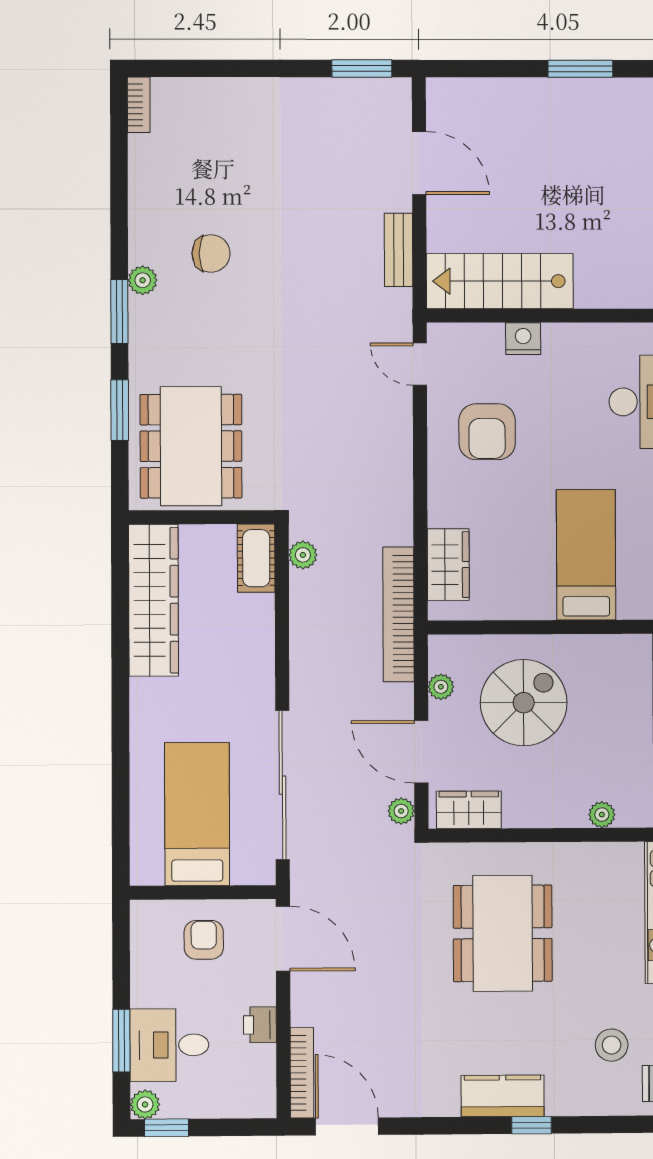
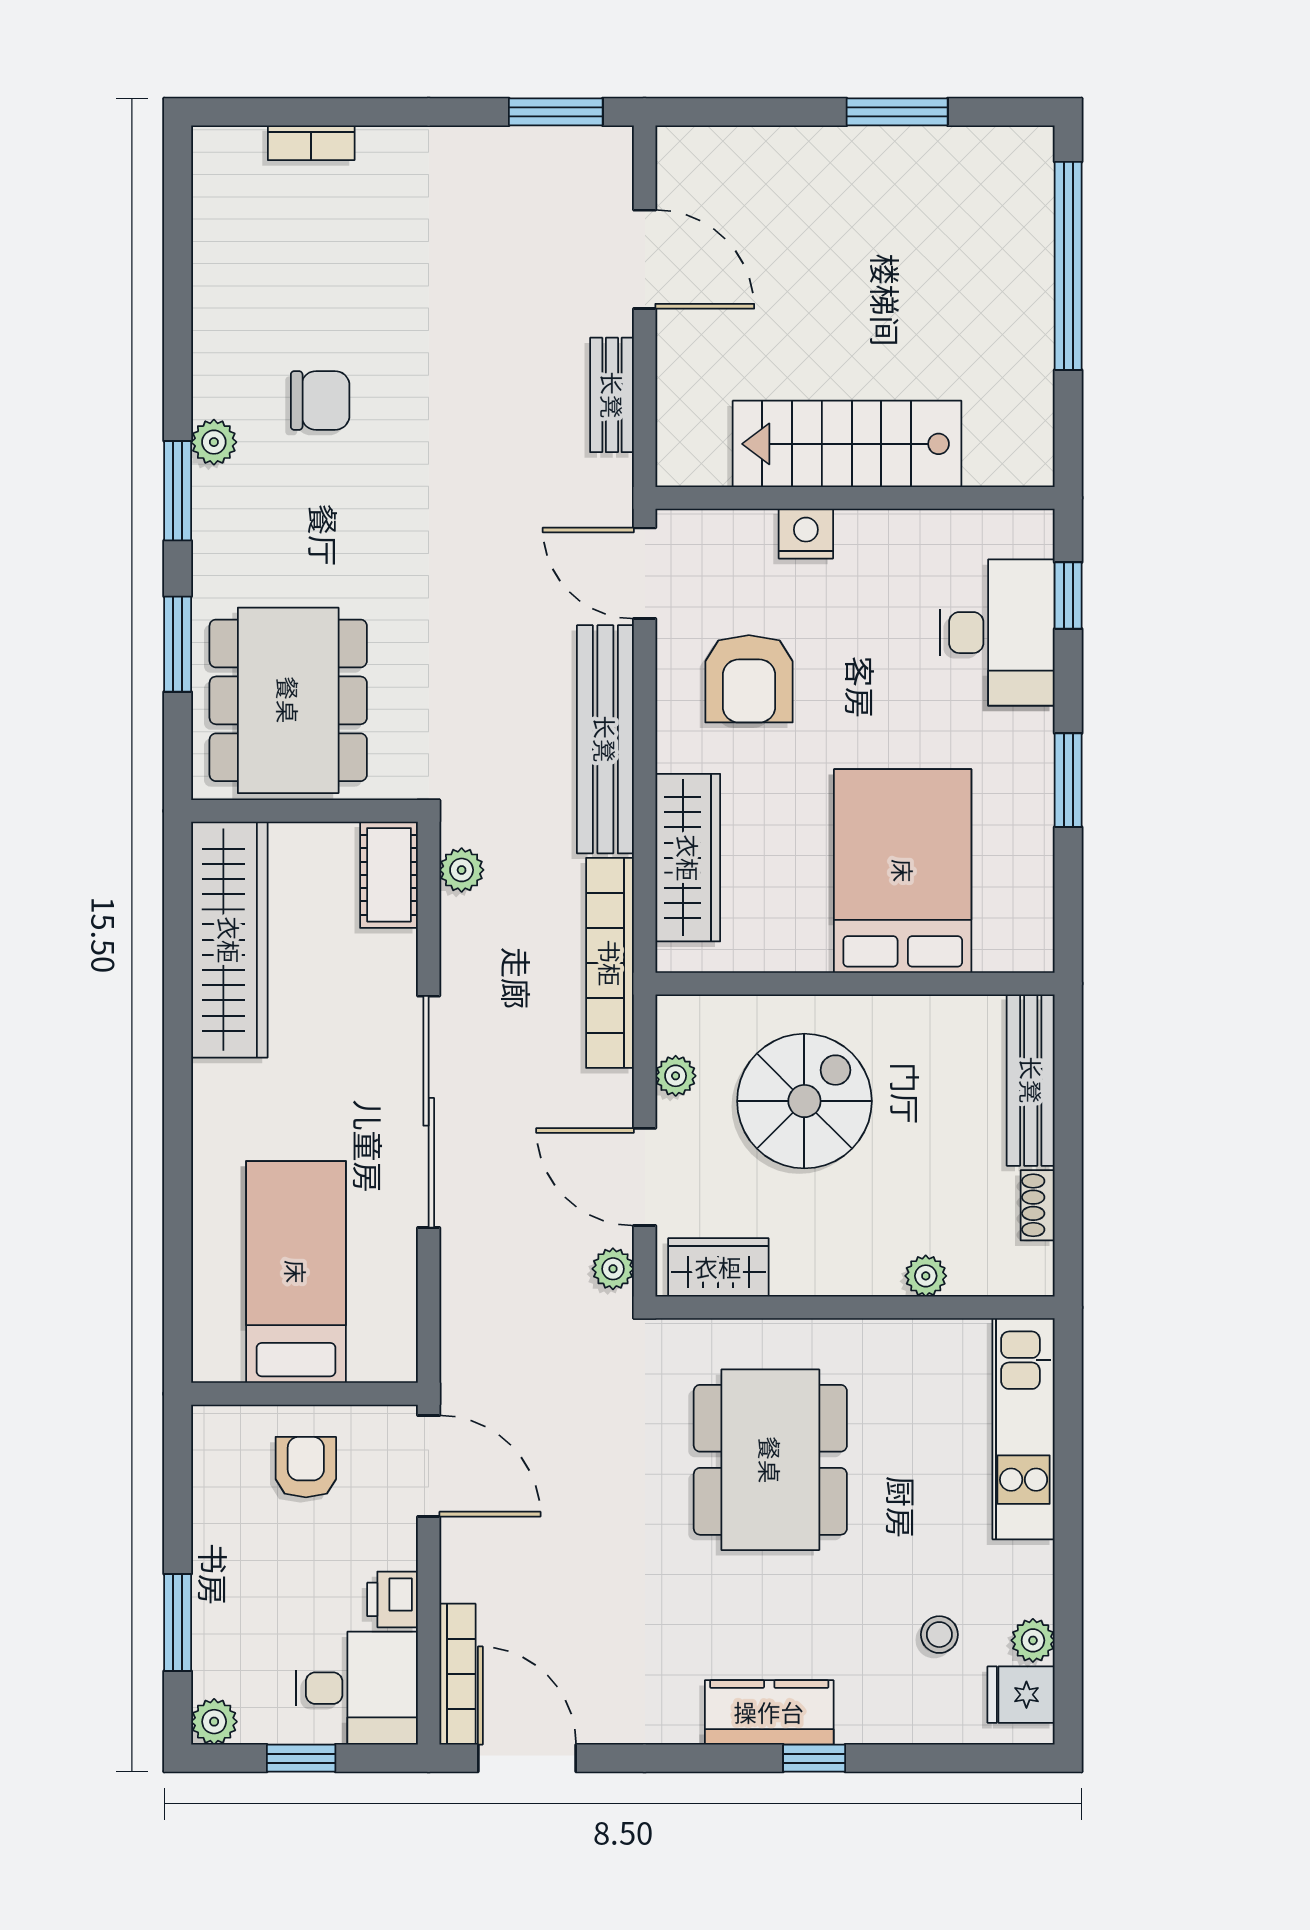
bookcase: (139, 105) -> (311, 143), moved, turned 90
stairs: (500, 281) -> (847, 444), moved
door: (420, 364) -> (645, 573), width x1.38
bench: (395, 471) -> (605, 739), added
bed: (586, 555) -> (903, 871), width x1.50
wardrobe: (448, 565) -> (688, 858), width x1.50
sliding door: (282, 785) -> (429, 1112), moved
desk: (169, 1045) -> (357, 1688), moved, turned 180
stool: (612, 1045) -> (939, 1635), width x0.73, depth x0.73
window: (167, 1128) -> (301, 1758), moved

